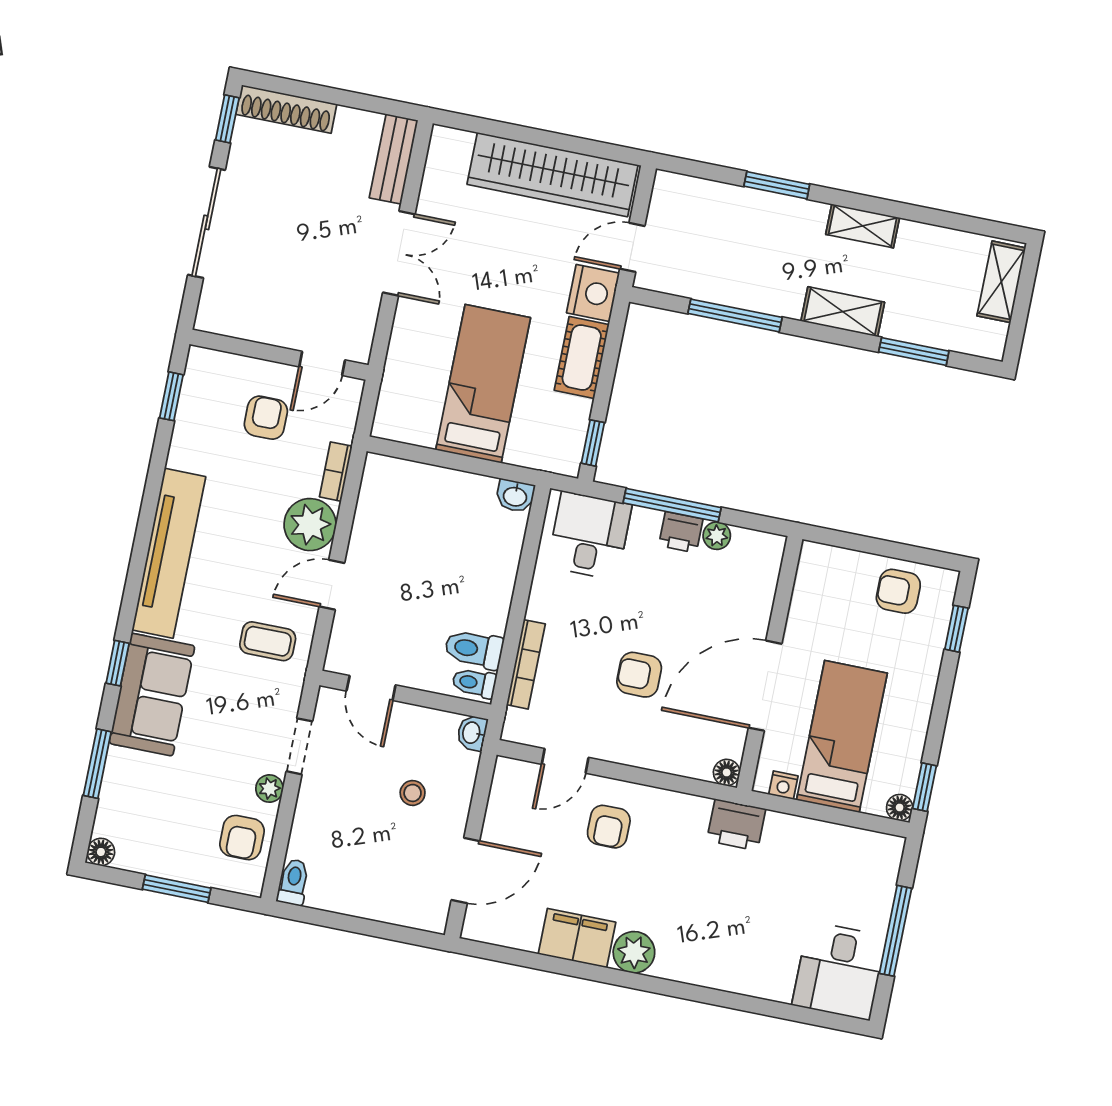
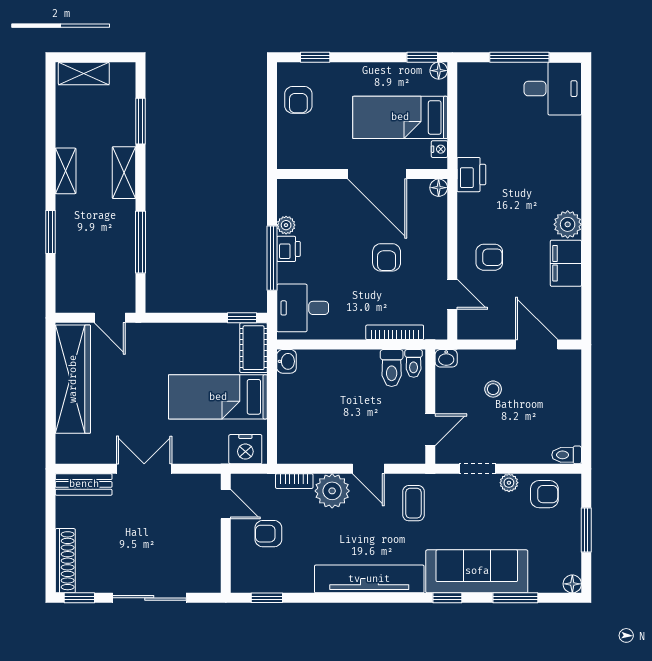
nightstand: (593, 293) -> (245, 449), moved, turned 180
cot: (582, 357) -> (254, 348), moved, turned 90
sofa: (152, 695) -> (477, 571), width x1.36

